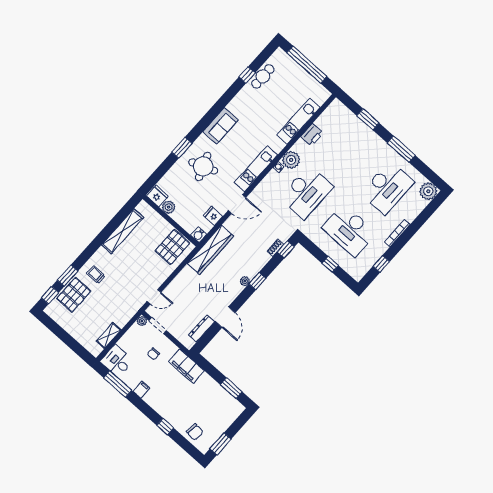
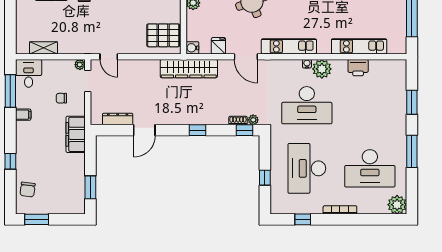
plant: (245, 281) -> (253, 120), moved

